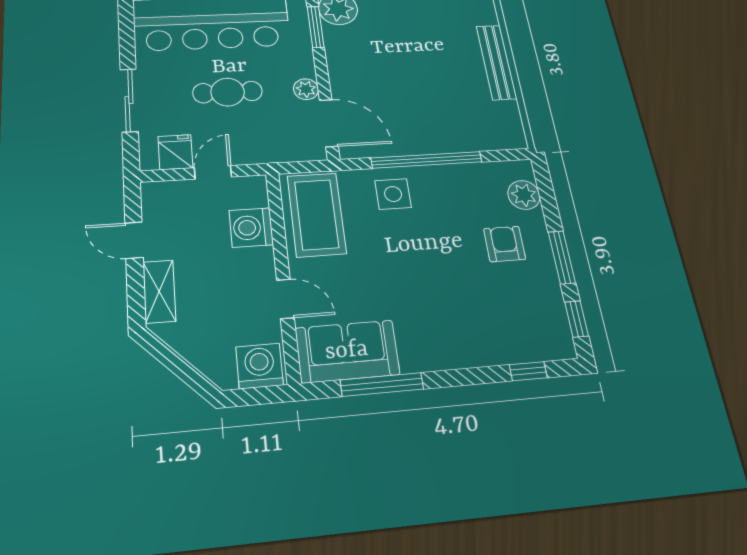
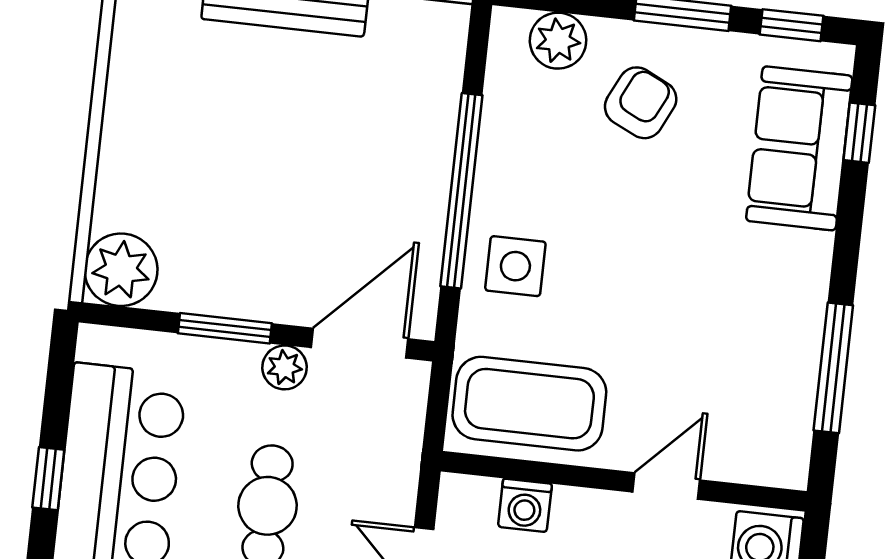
window: (316, 27) -> (225, 328), moved
washing machine: (251, 228) -> (525, 505), width x0.73, depth x0.73
armchair: (505, 244) -> (641, 103), turned 116
sofa: (347, 351) -> (799, 148), moved

